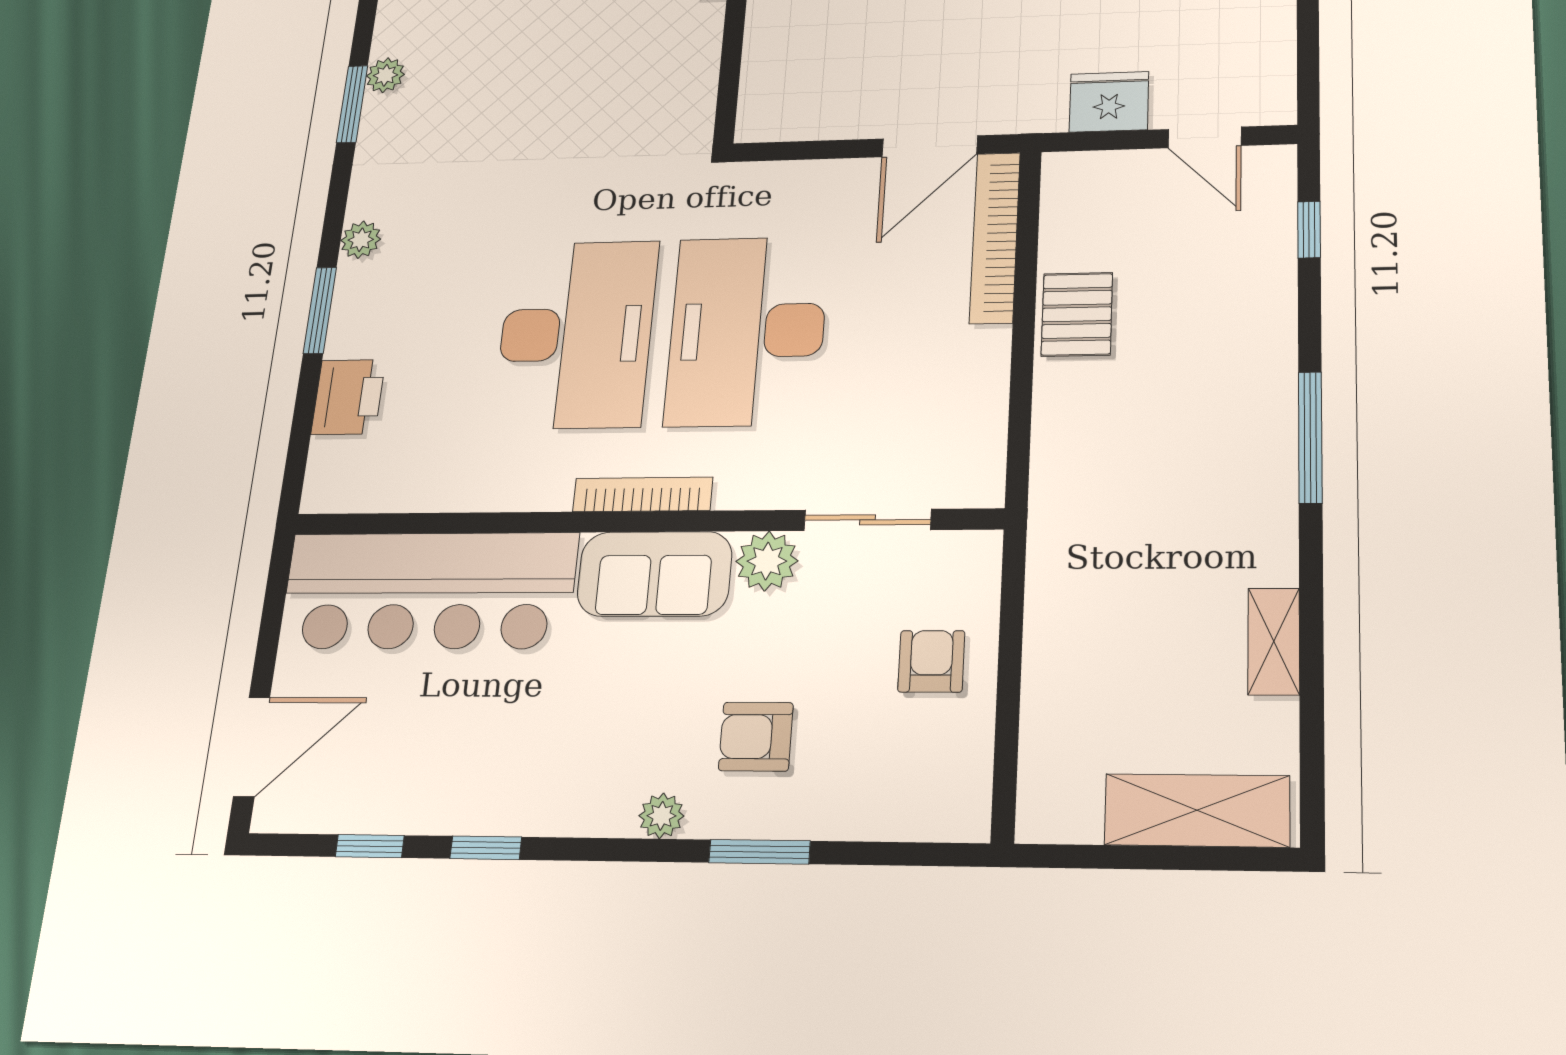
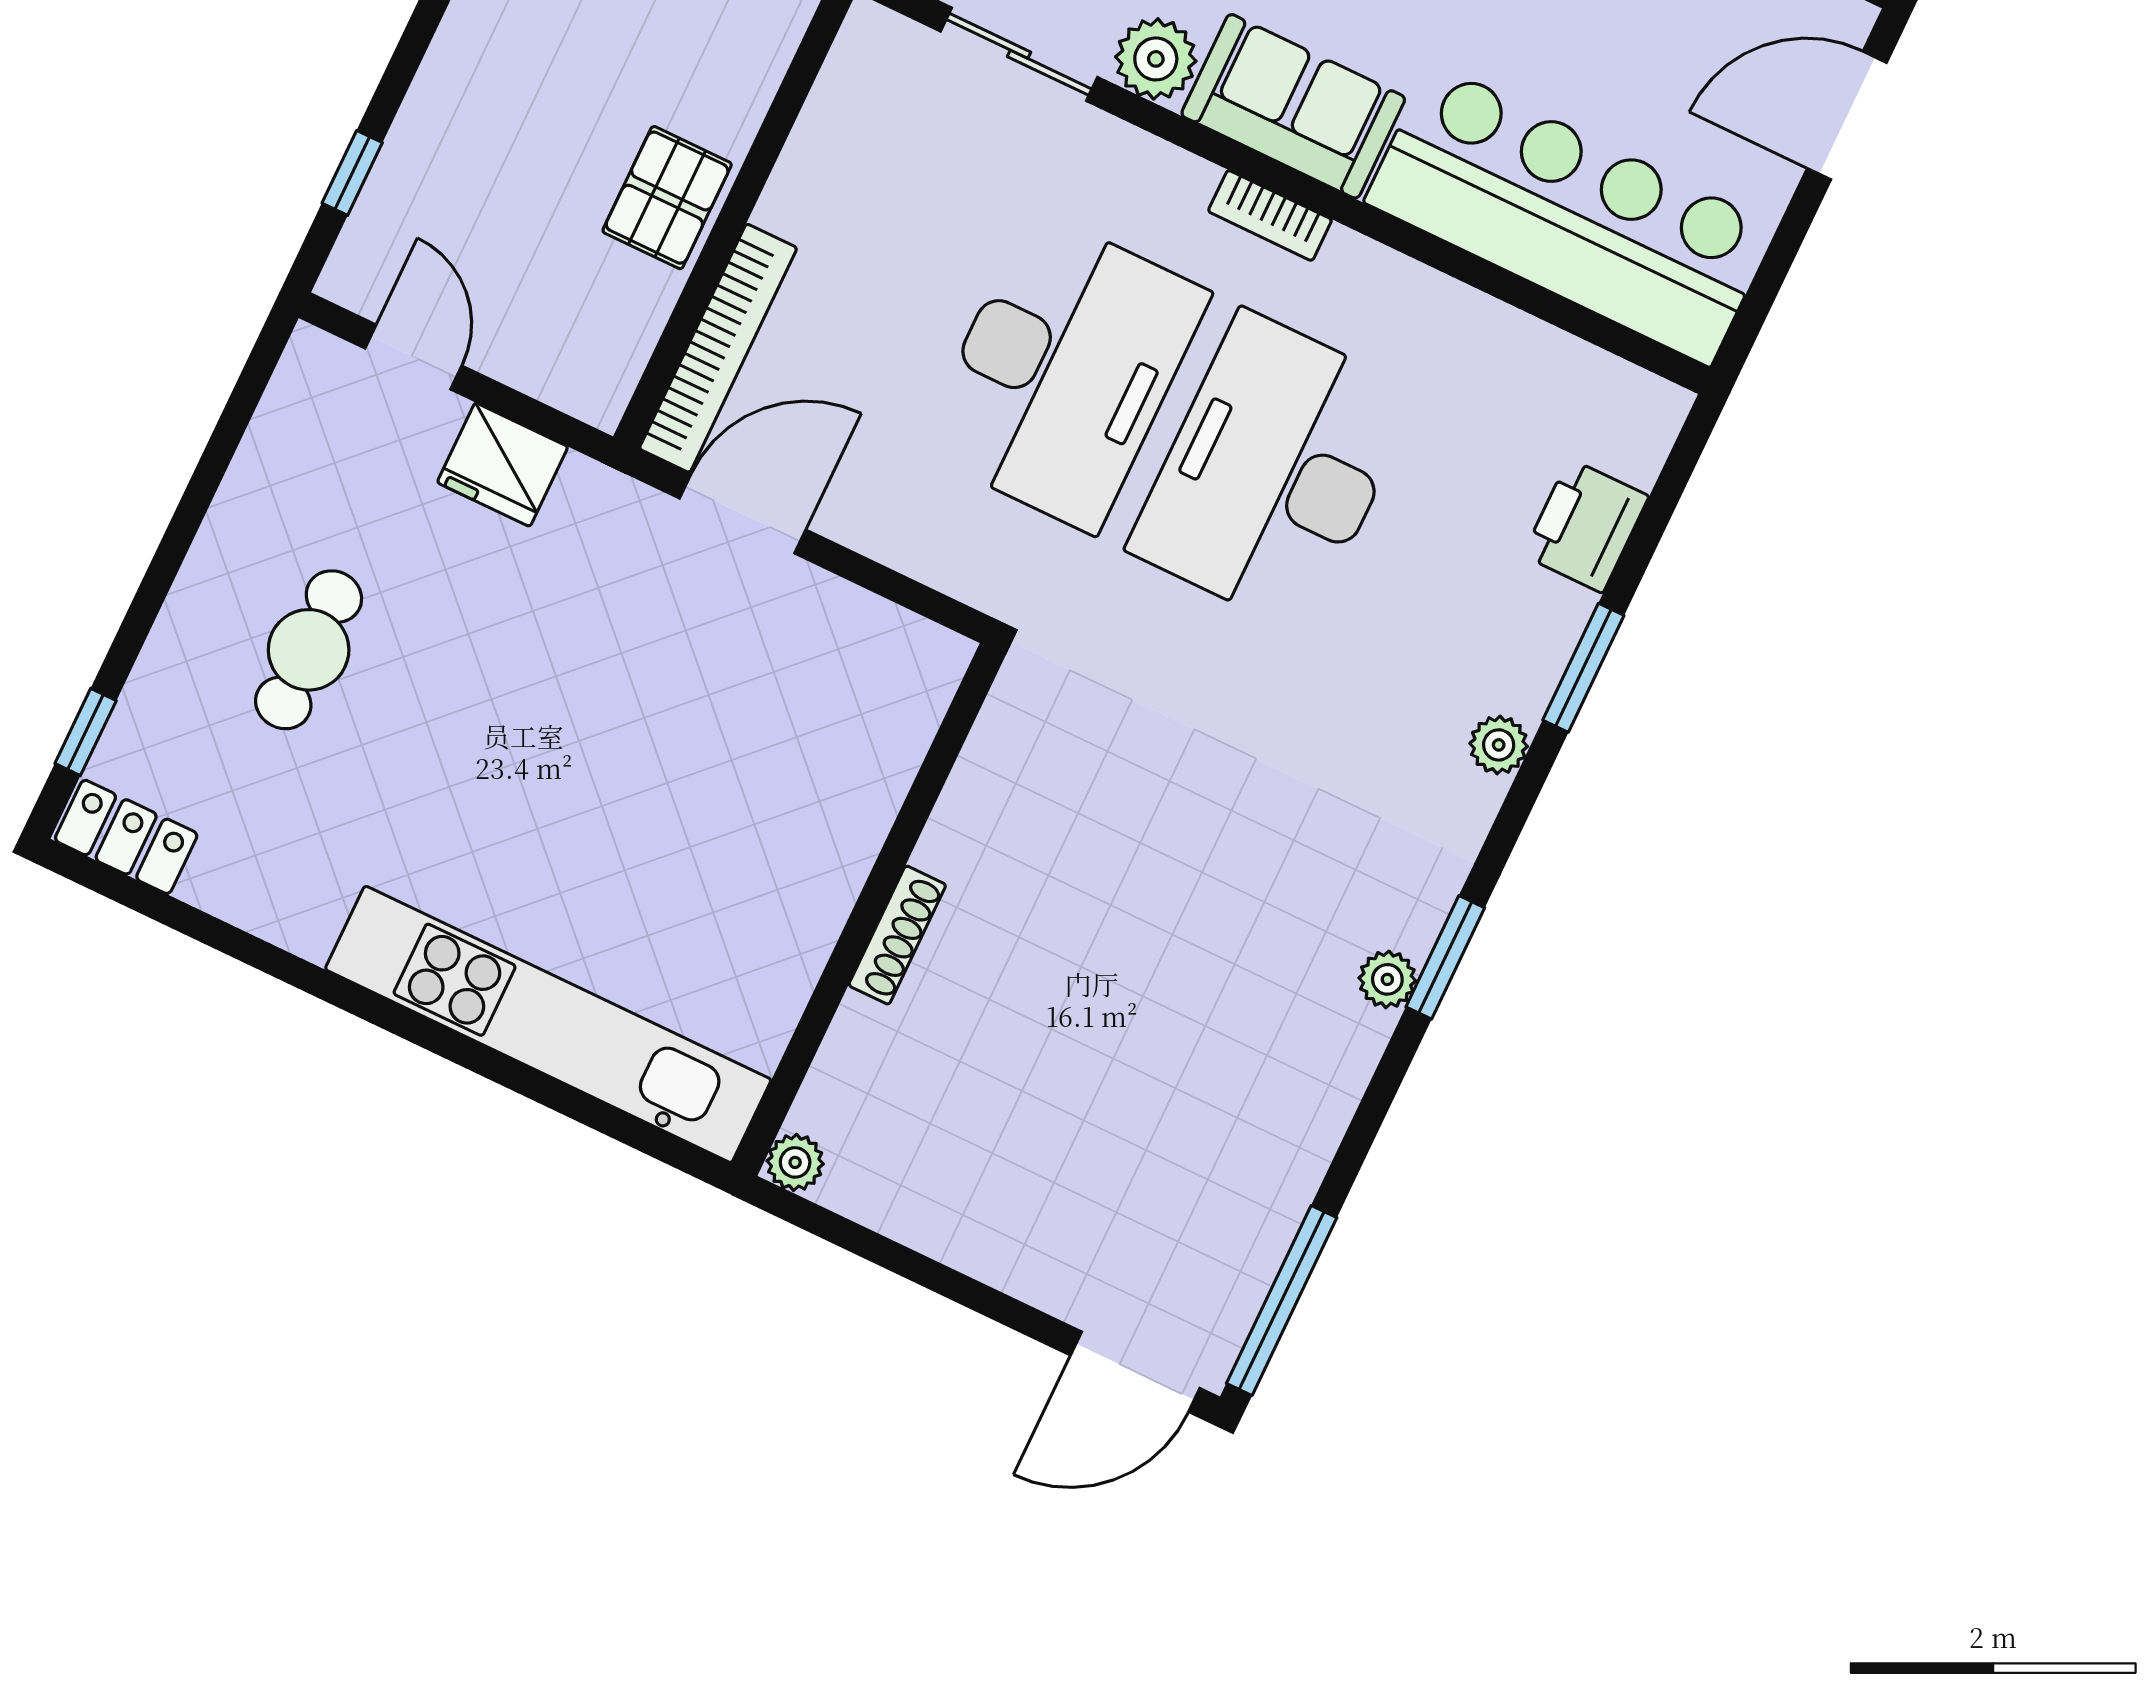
bookcase: (643, 494) -> (1270, 215), width x0.64

